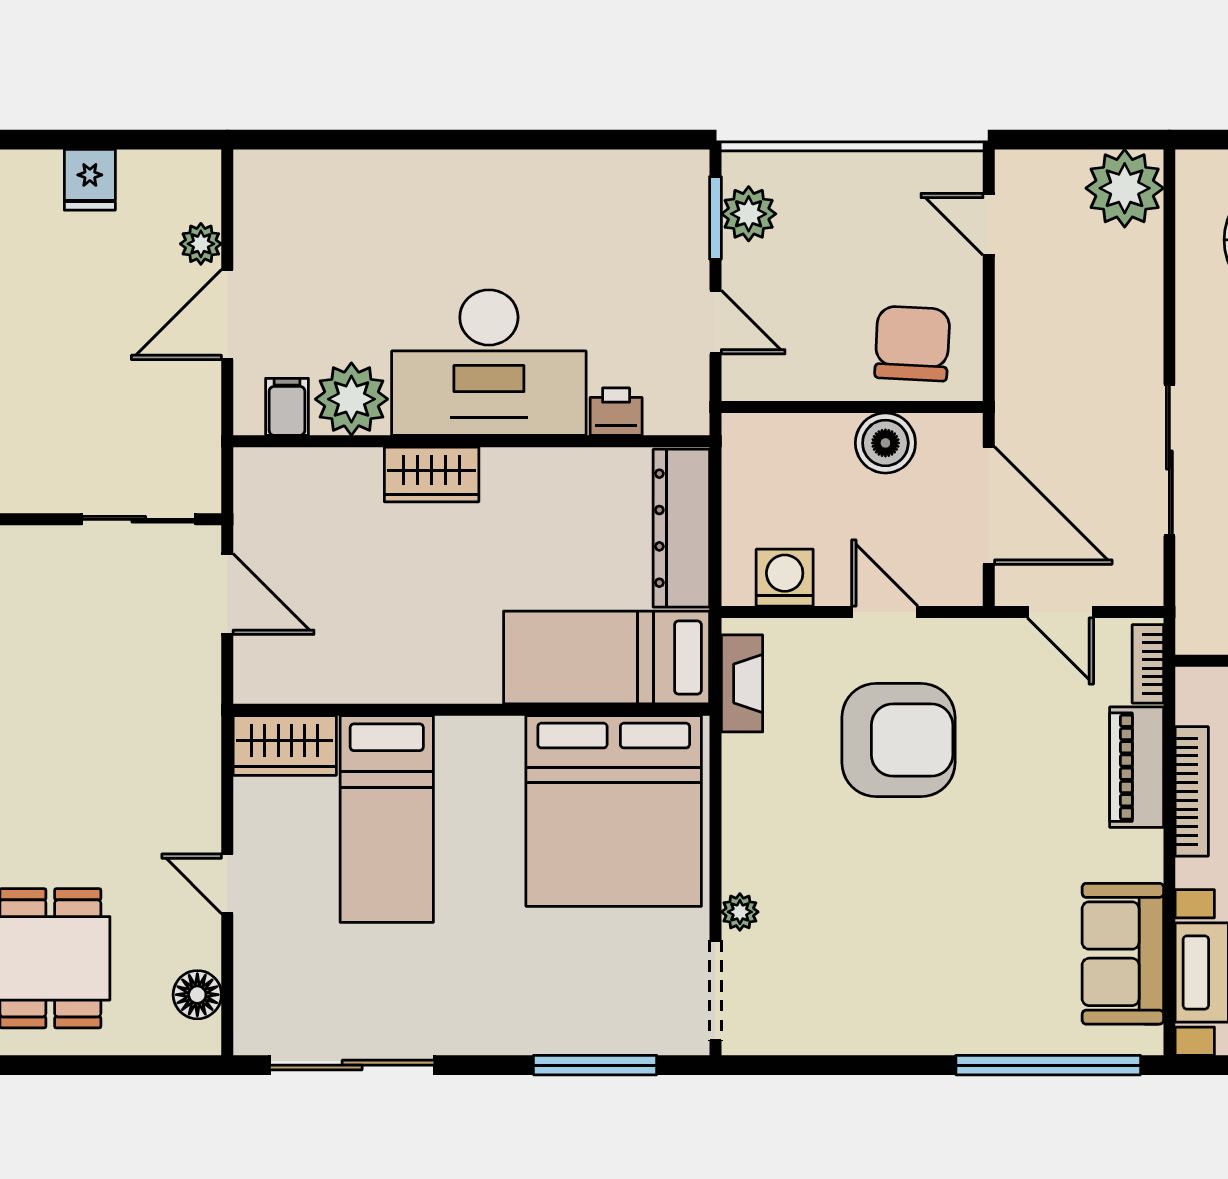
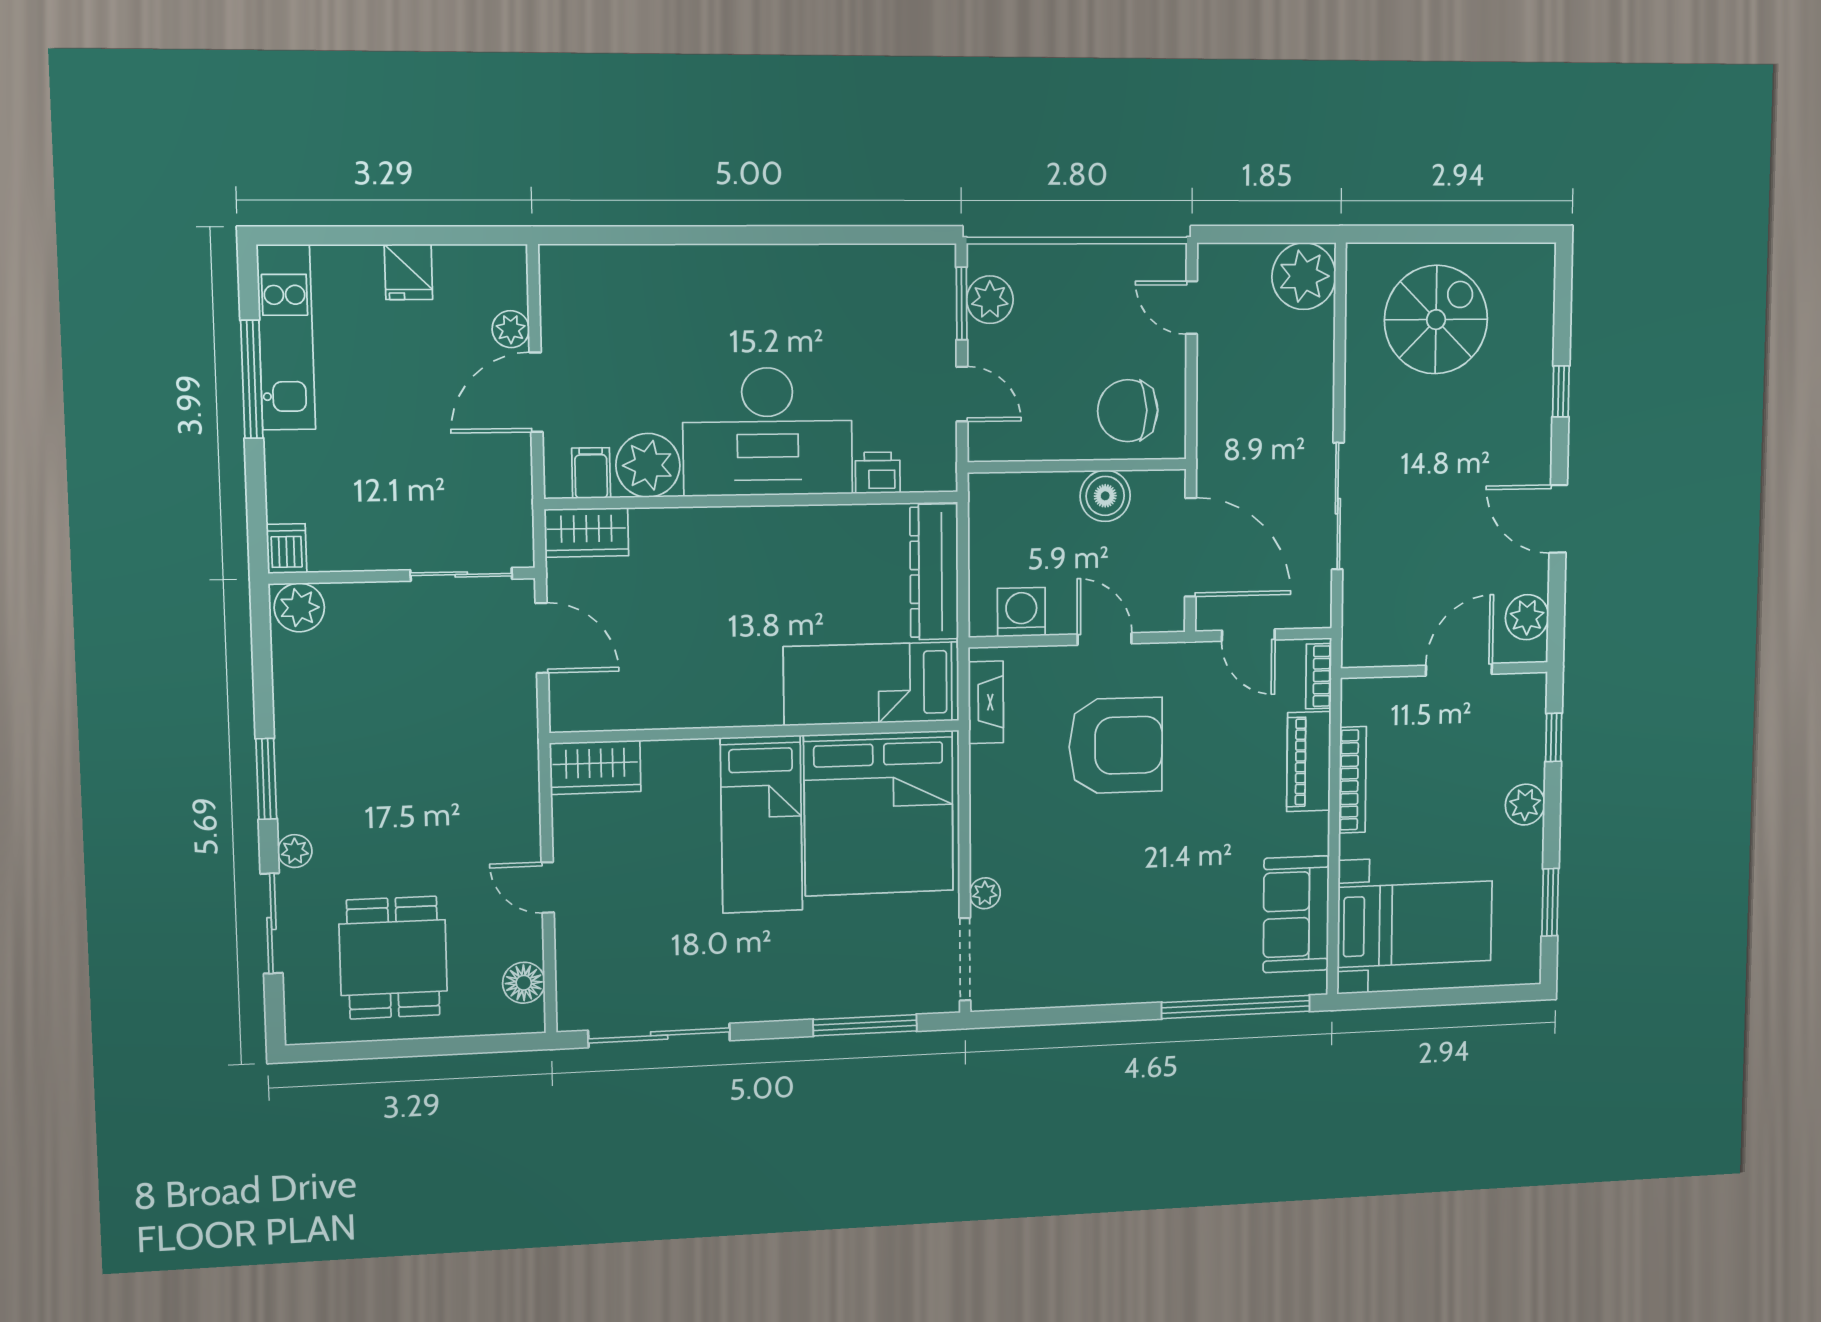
chair: (912, 344) -> (1128, 411), turned -93
wardrobe: (432, 474) -> (586, 533), moved
bed: (387, 819) -> (761, 824), moved

